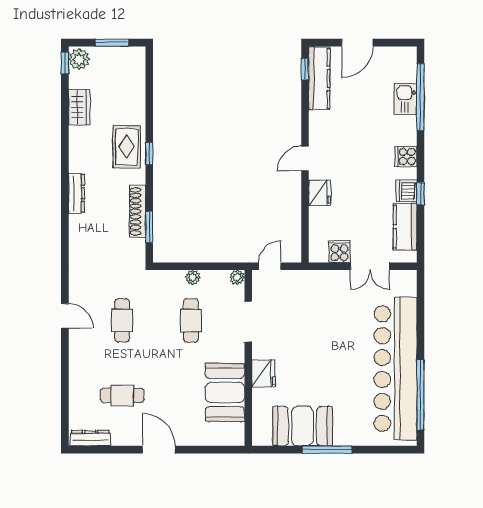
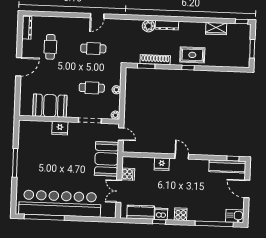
plant: (79, 59) -> (148, 26), moved
kitchen sink: (406, 99) -> (235, 216), moved
booth: (302, 426) -> (107, 159), moved

